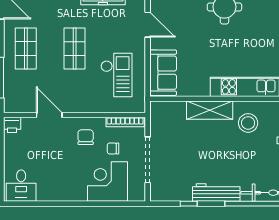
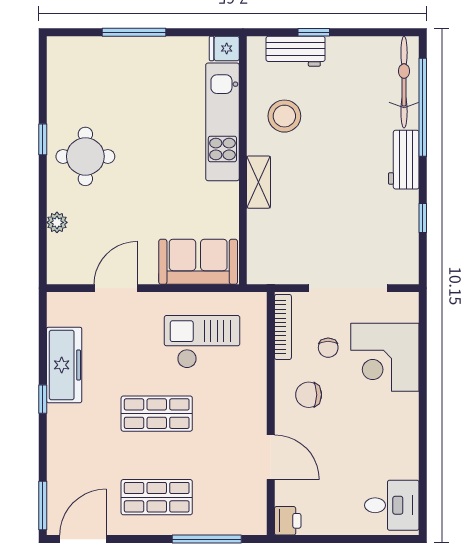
shelving: (210, 110) -> (258, 182), width x0.67, depth x0.75
door: (49, 115) -> (271, 457), swing flipped
workbench: (216, 193) -> (404, 160), width x0.73

